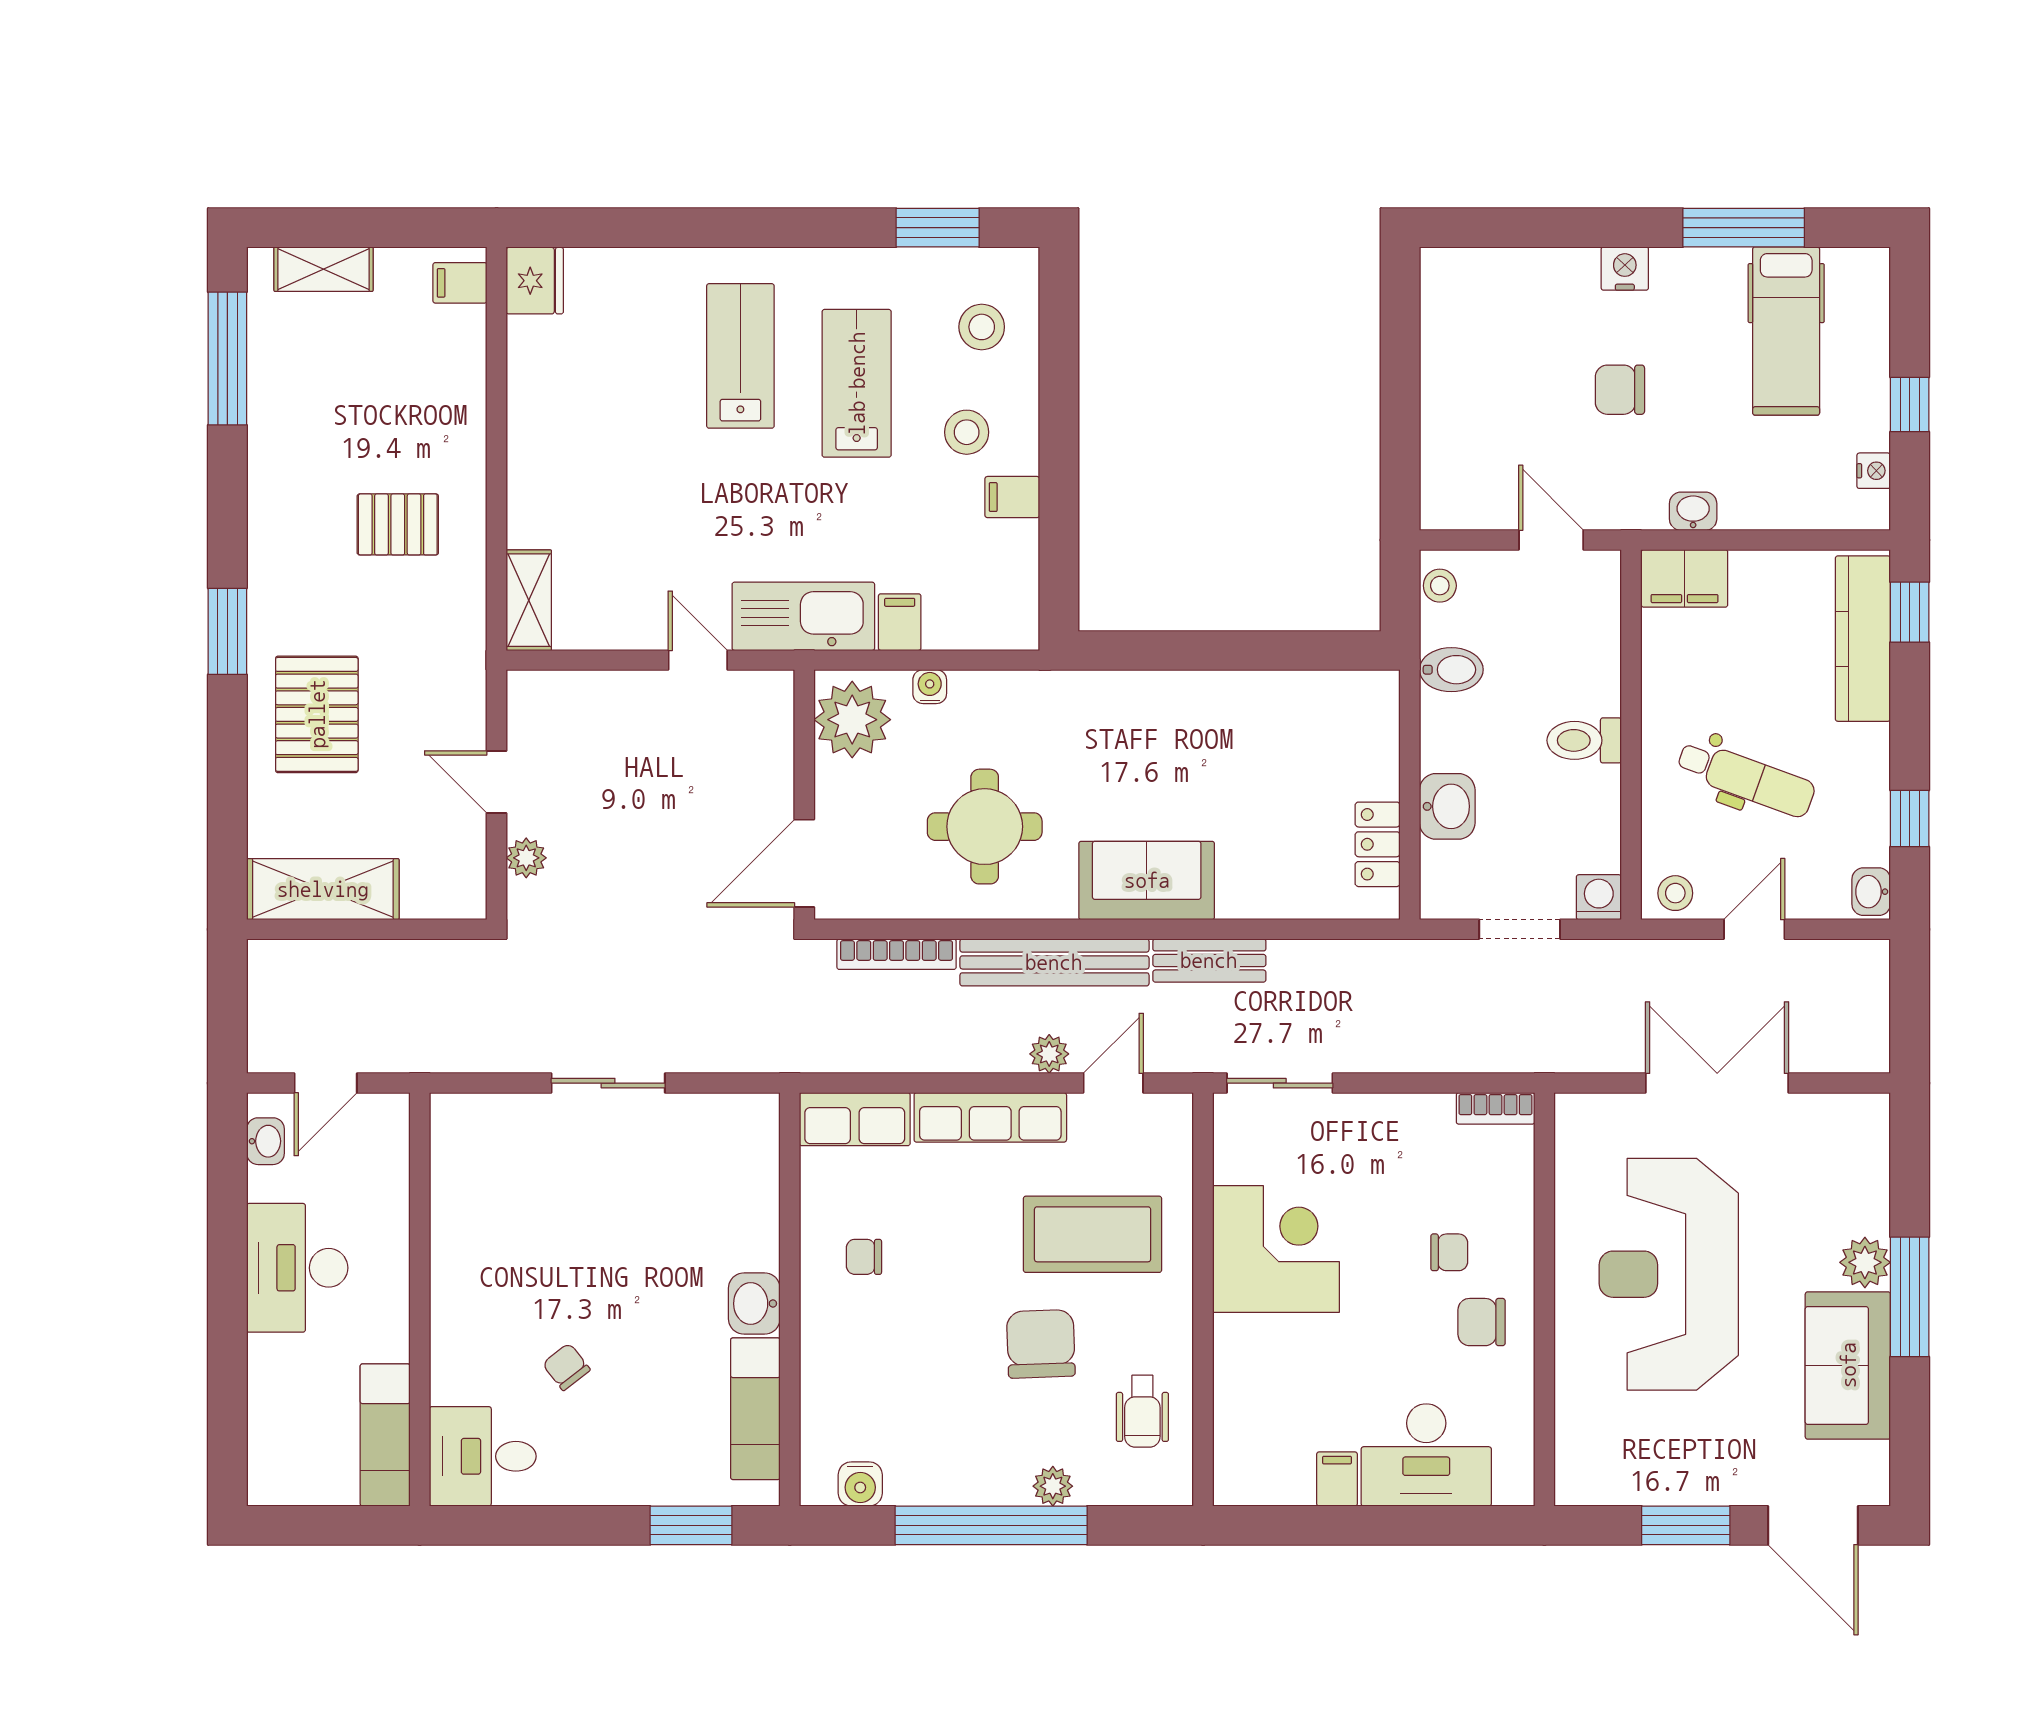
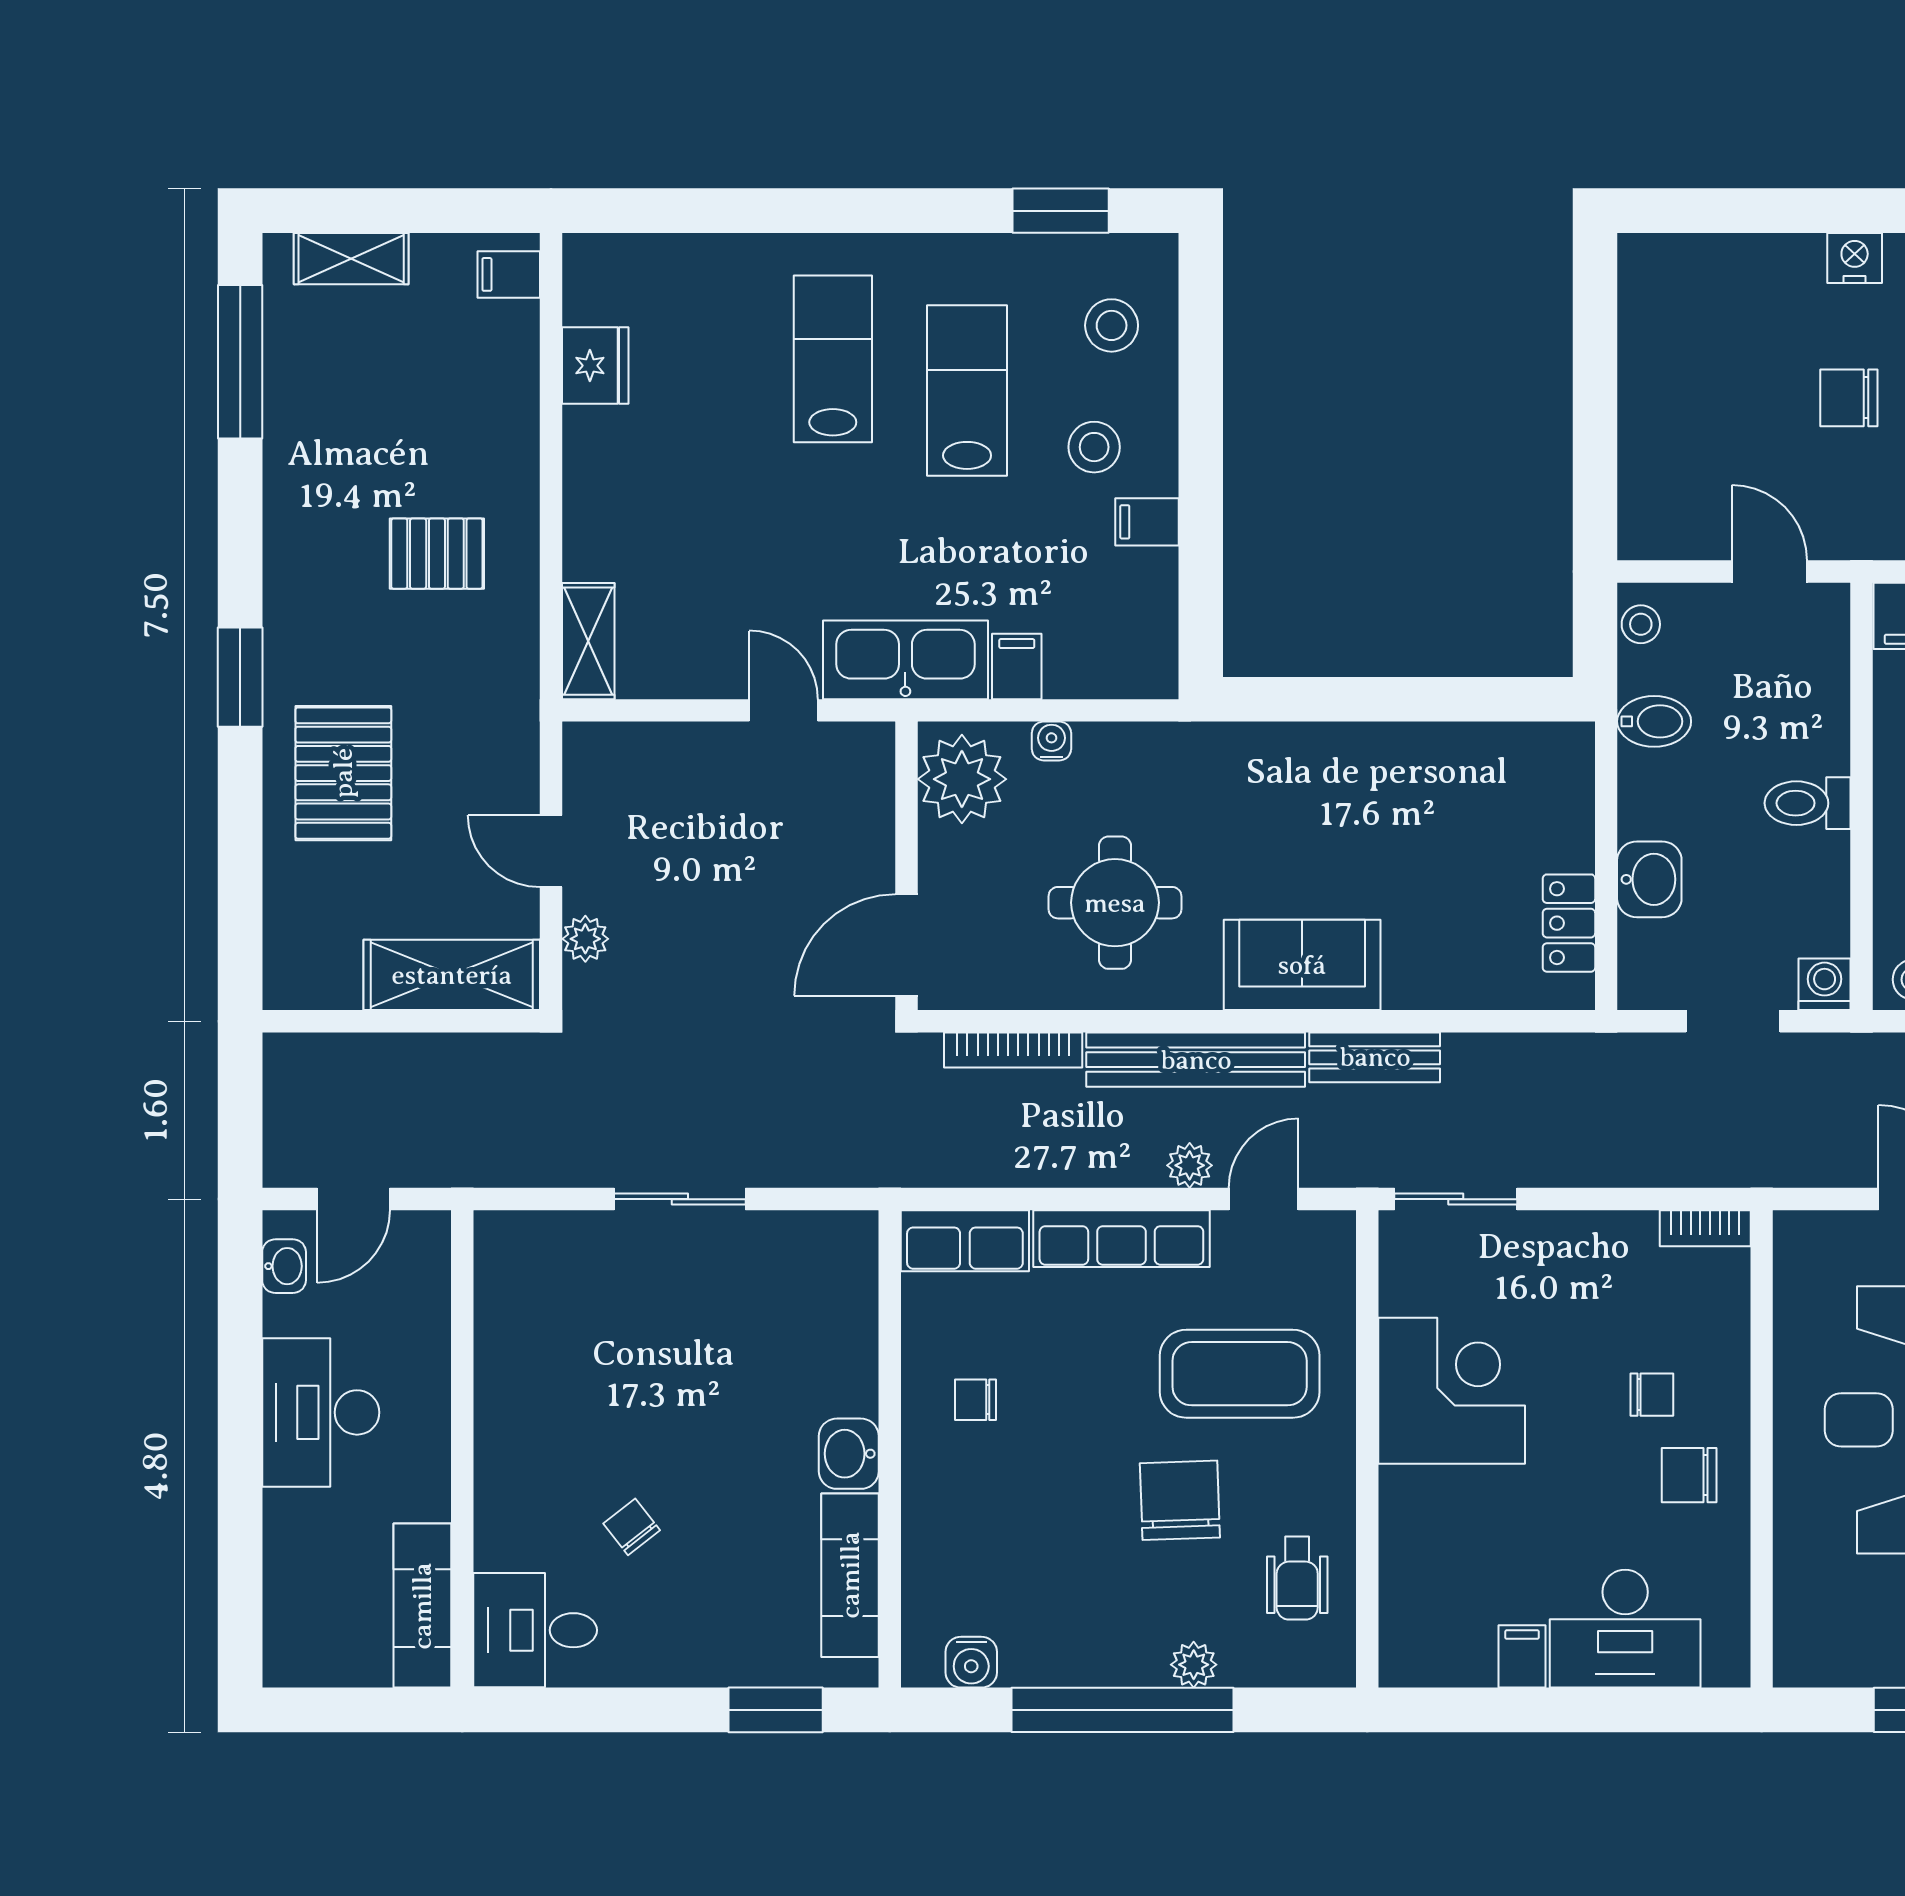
fridge: (535, 281) -> (595, 366), moved
shelving: (323, 889) -> (452, 975), moved

